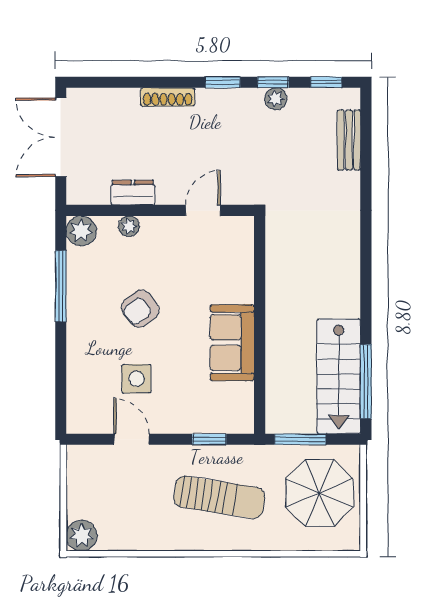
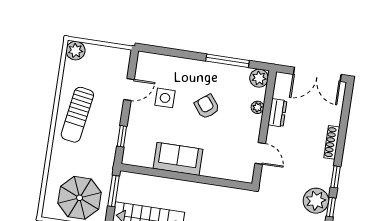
plant: (276, 99) -> (316, 201), width x1.88, depth x1.88
double door: (61, 137) -> (317, 74), swing flipped
sun lounger: (219, 497) -> (77, 115), moved

